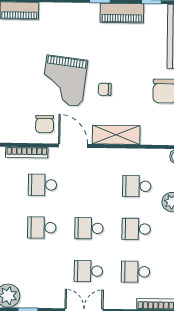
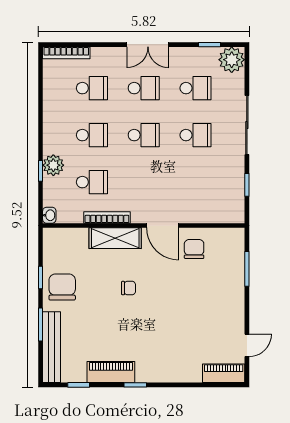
grand piano: (64, 81) -> (173, 297), removed
bookcase: (27, 152) -> (107, 217), moved
school desk: (42, 185) -> (196, 88), moved

